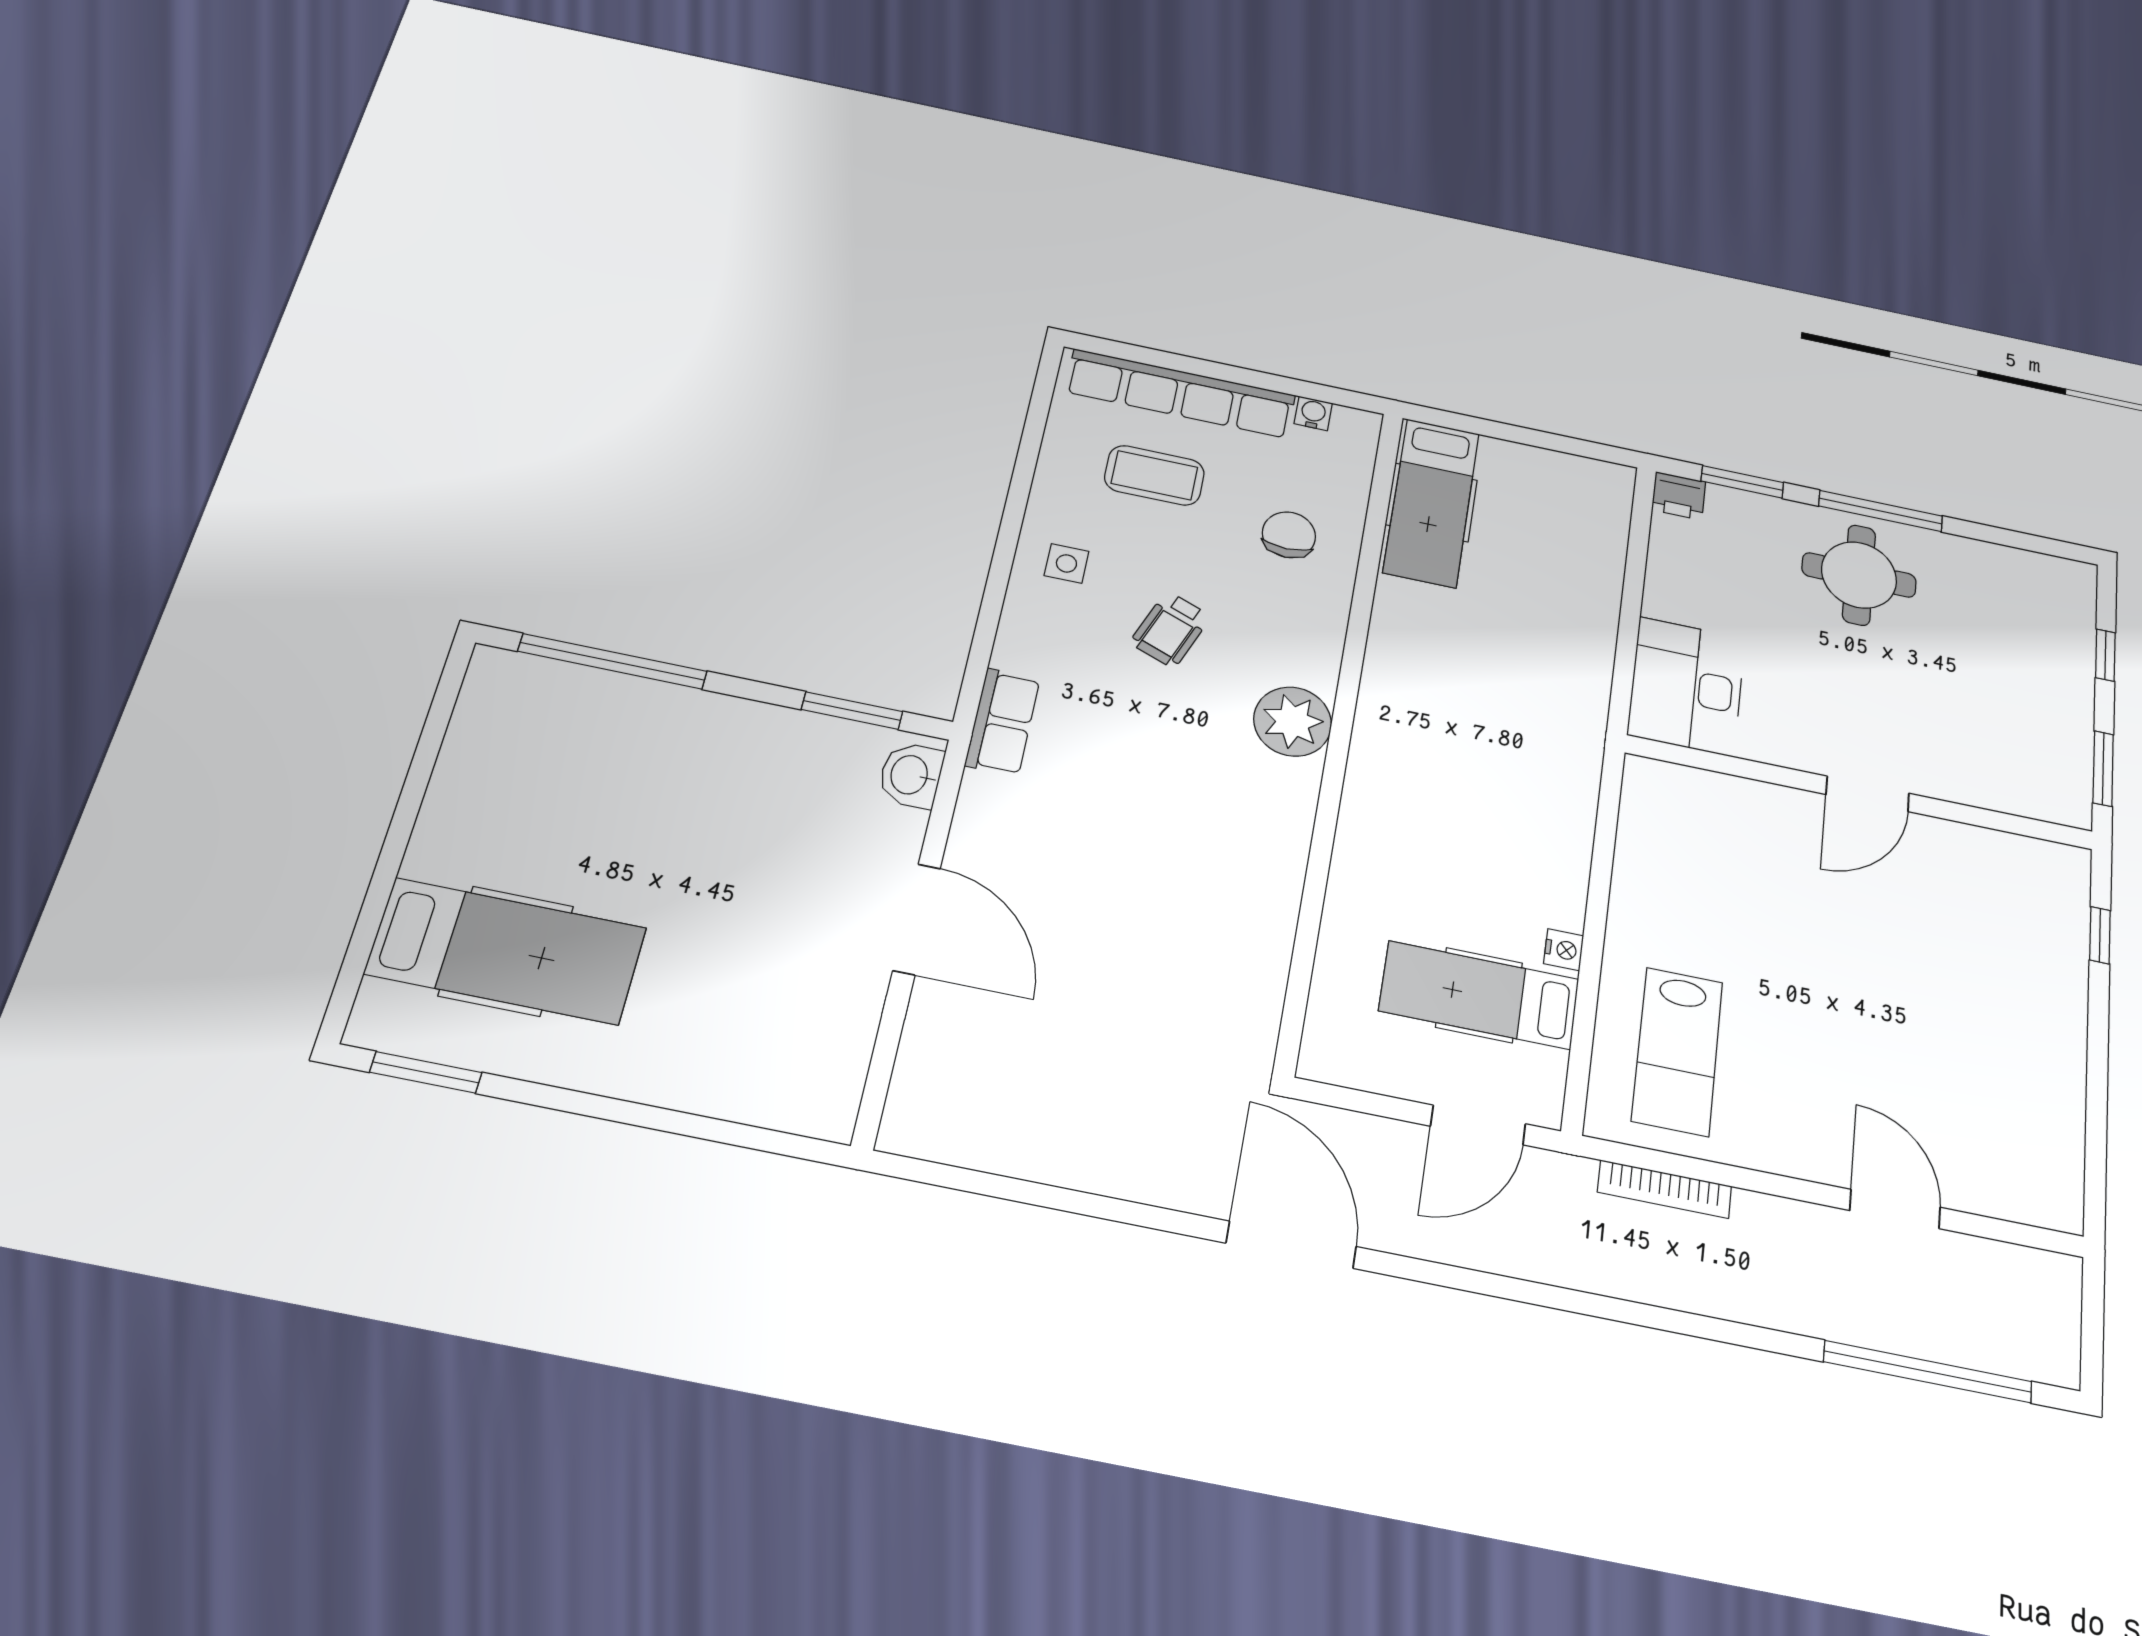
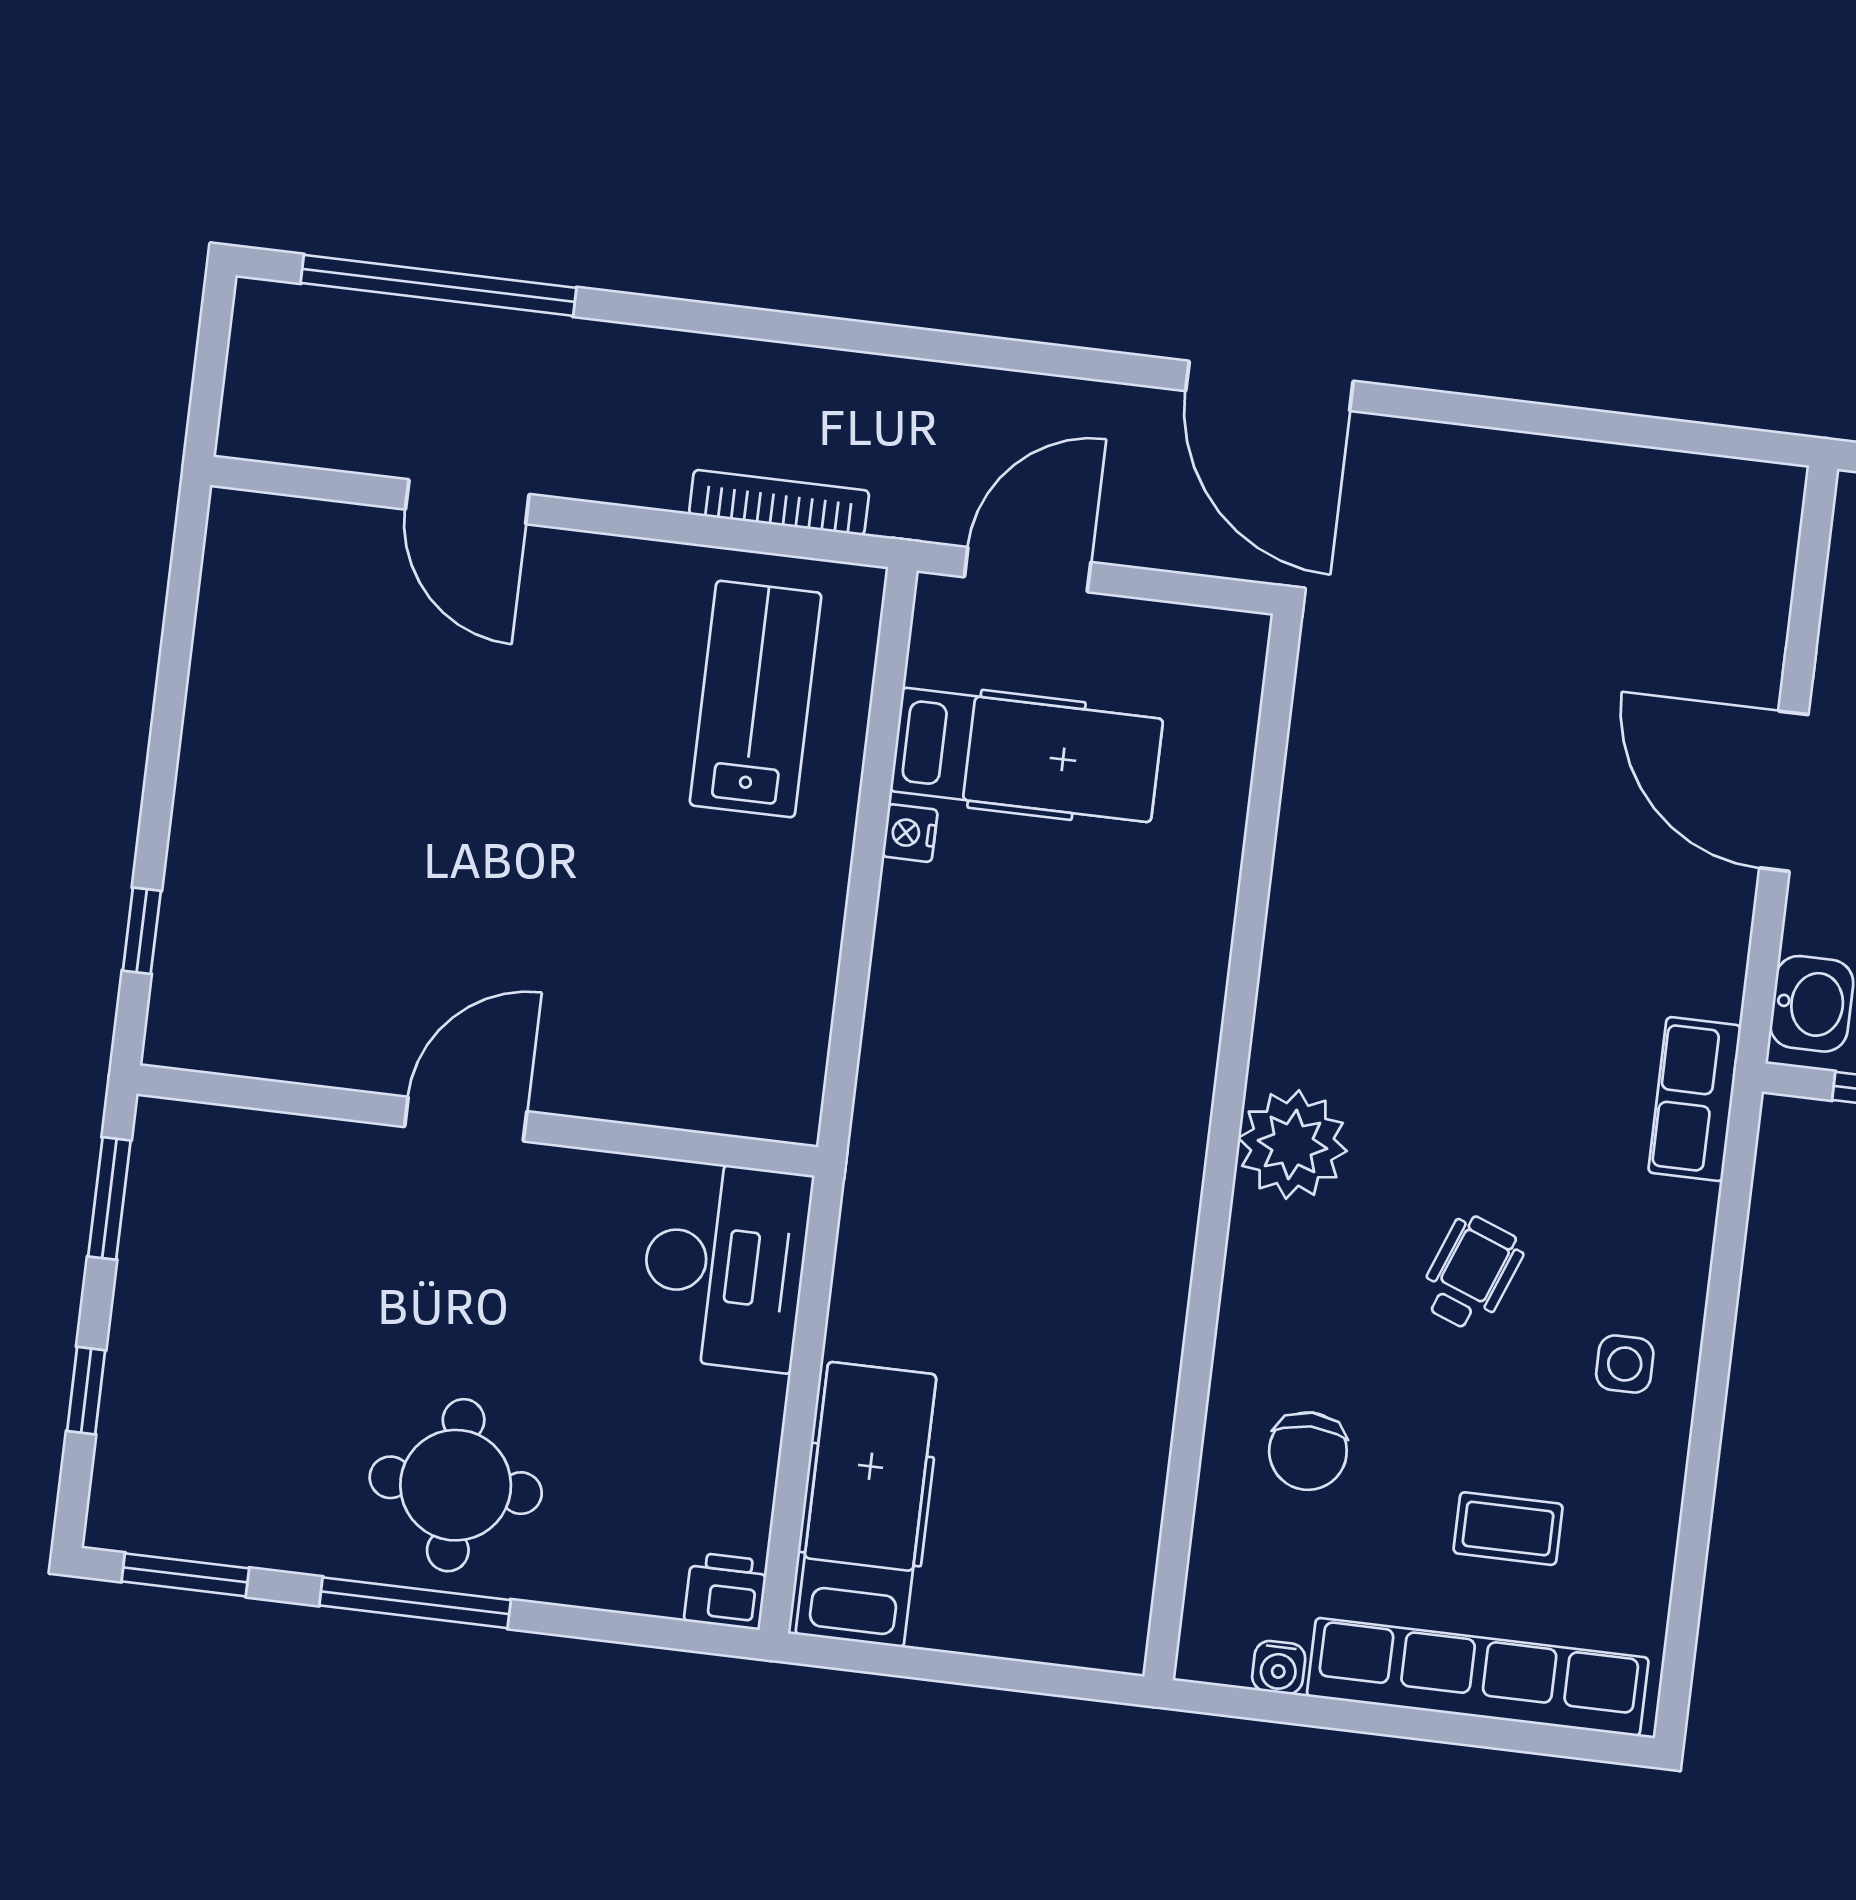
coffee table: (1154, 475) -> (1508, 1529), width x0.73, depth x0.77
window: (1742, 482) -> (185, 1575), moved
hospital bed: (1431, 502) -> (866, 1505), moved

